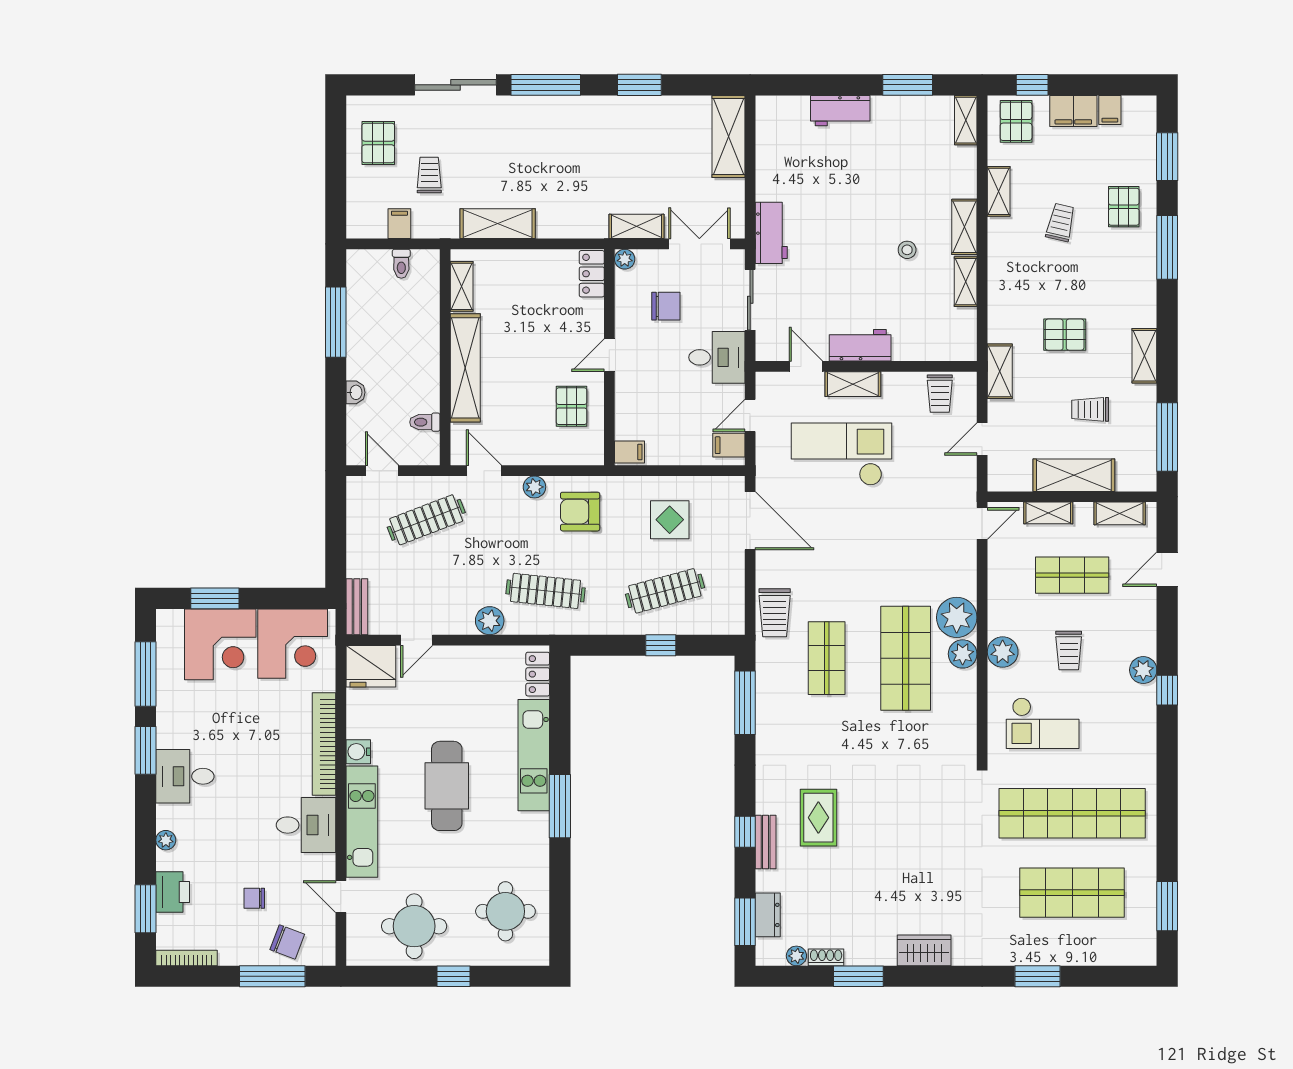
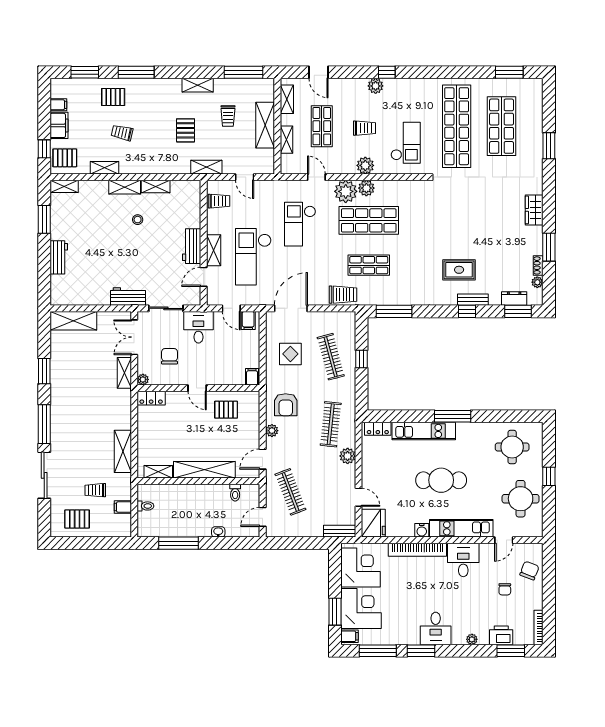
door: (982, 524) -> (316, 177), moved
checkout: (899, 537) -> (300, 224), added
filing cabinet: (171, 624) -> (349, 636), added
window: (272, 976) -> (549, 579), removed

